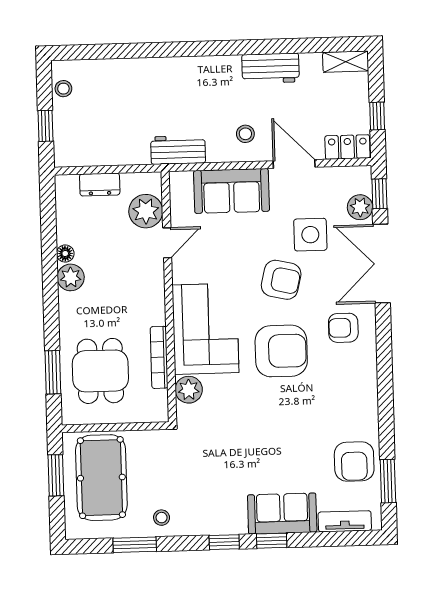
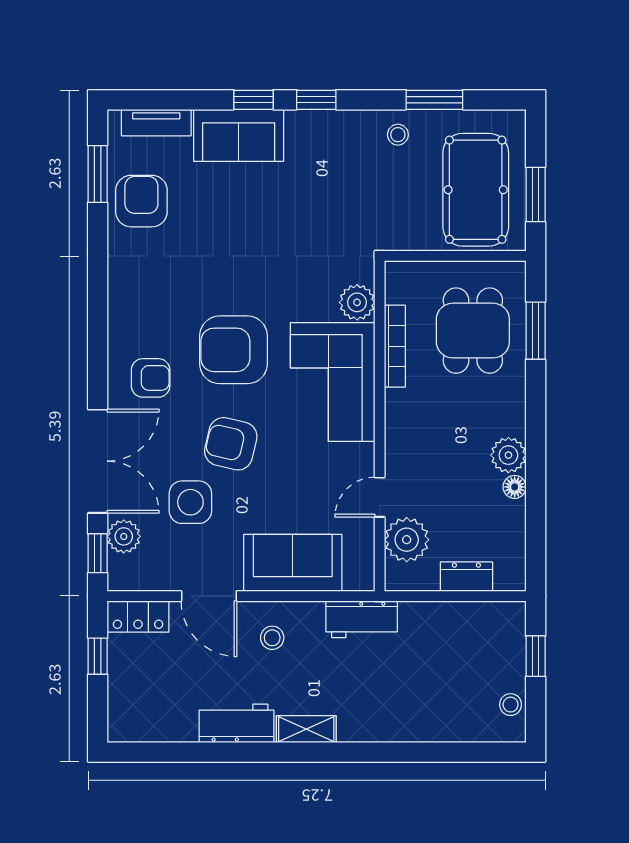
shelving: (346, 62) -> (306, 729), moved

